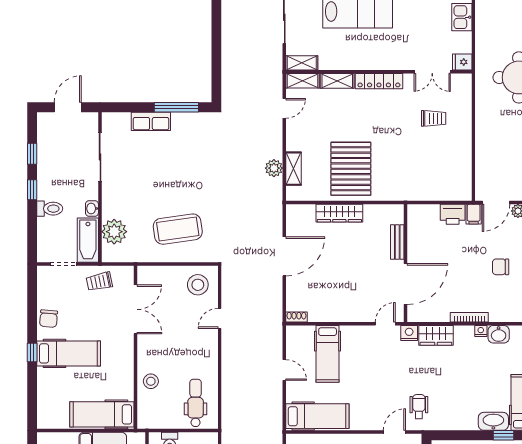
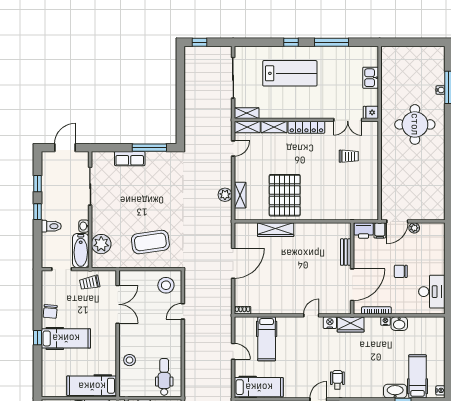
bench: (397, 242) -> (346, 252), moved
wall: (405, 263) -> (352, 268), moved
door: (405, 284) -> (352, 285), moved

